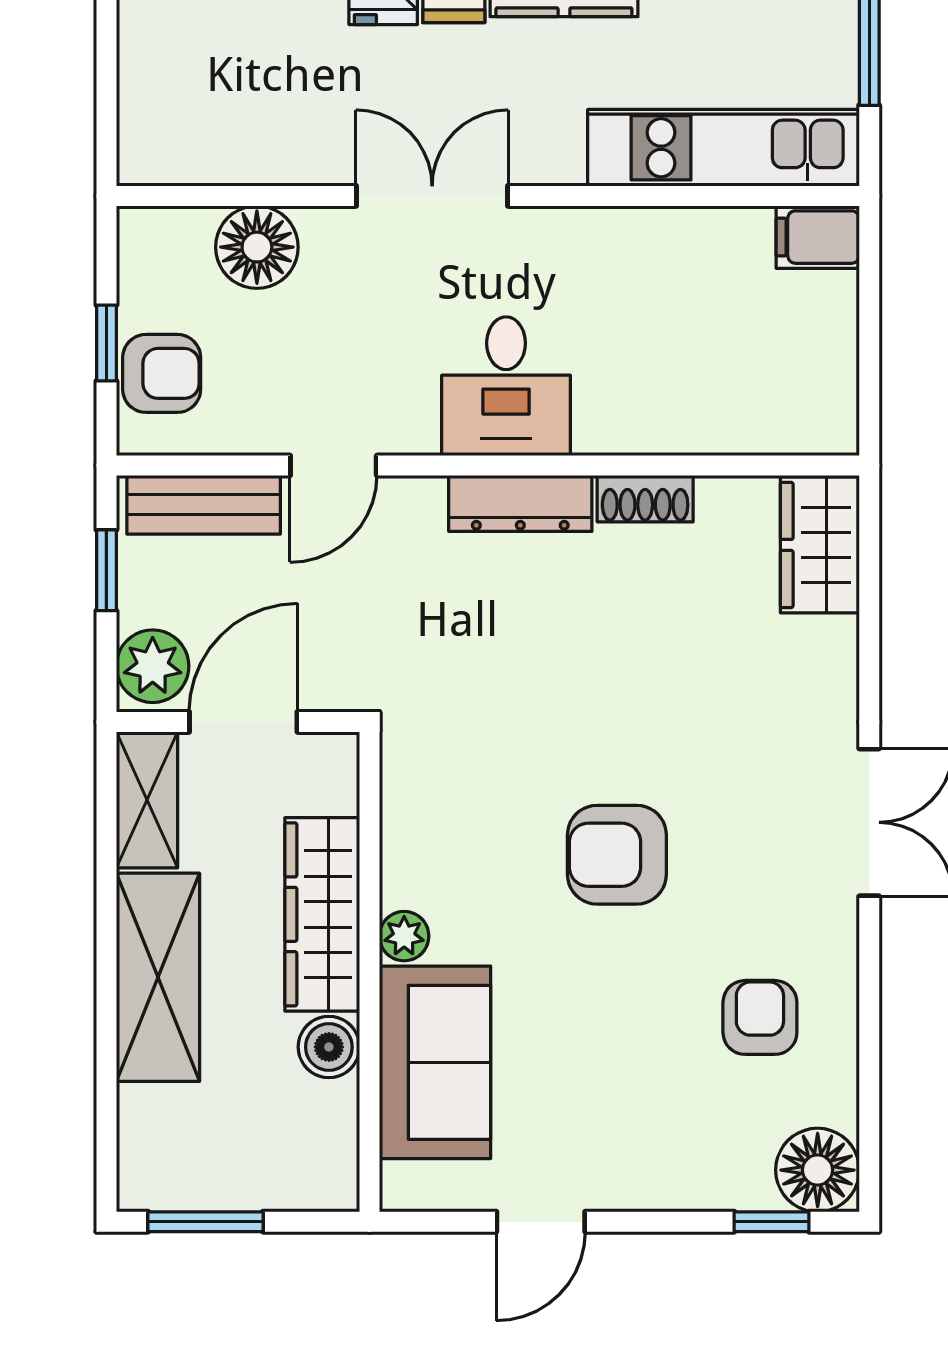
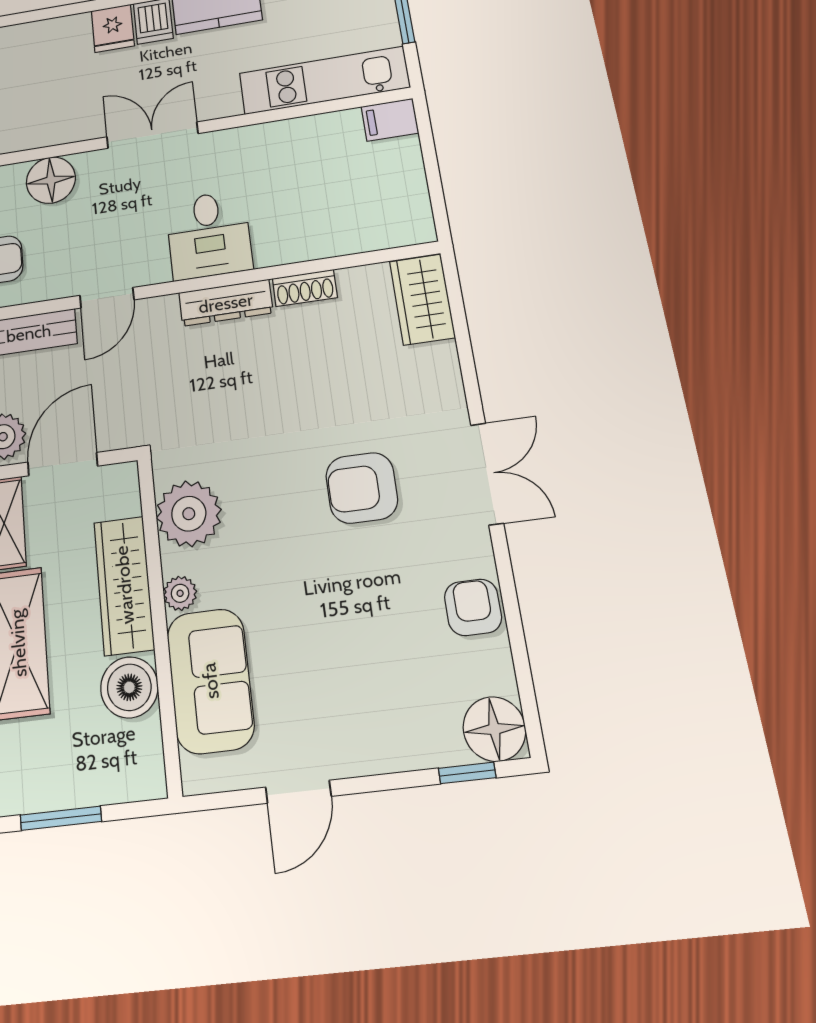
plant: (429, 823) -> (189, 514), added
armchair: (617, 855) -> (362, 488), moved
armchair: (760, 1017) -> (473, 607), moved
boiler: (329, 1047) -> (129, 687), width x1.36, depth x1.36

